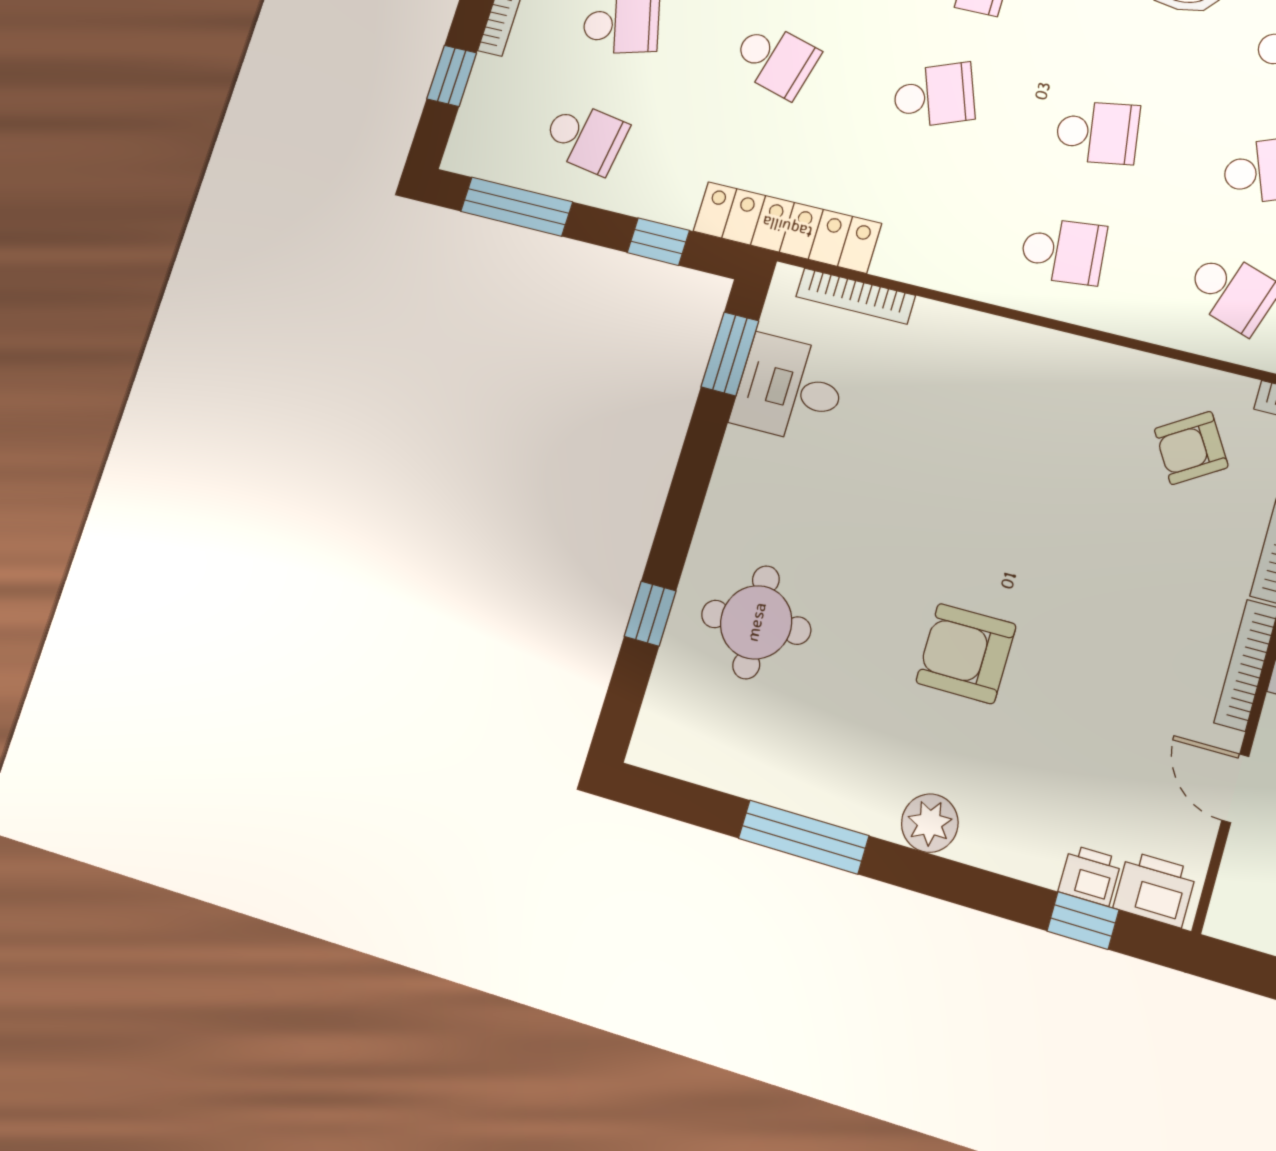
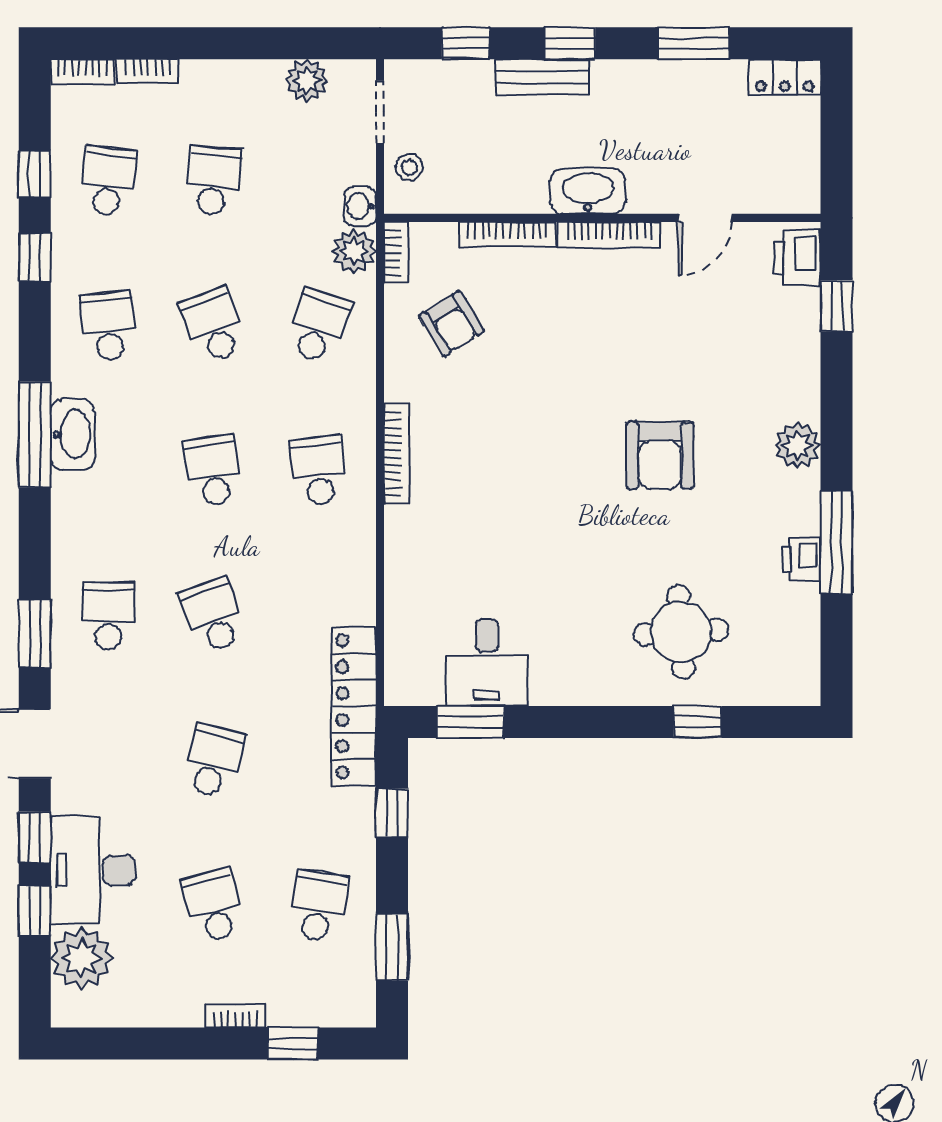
window: (516, 207) -> (392, 947), width x0.69
bookcase: (855, 296) -> (397, 454), moved
printer: (1090, 875) -> (801, 559), moved

